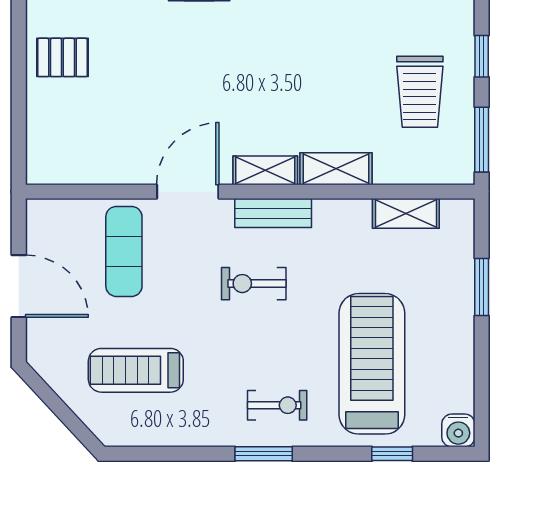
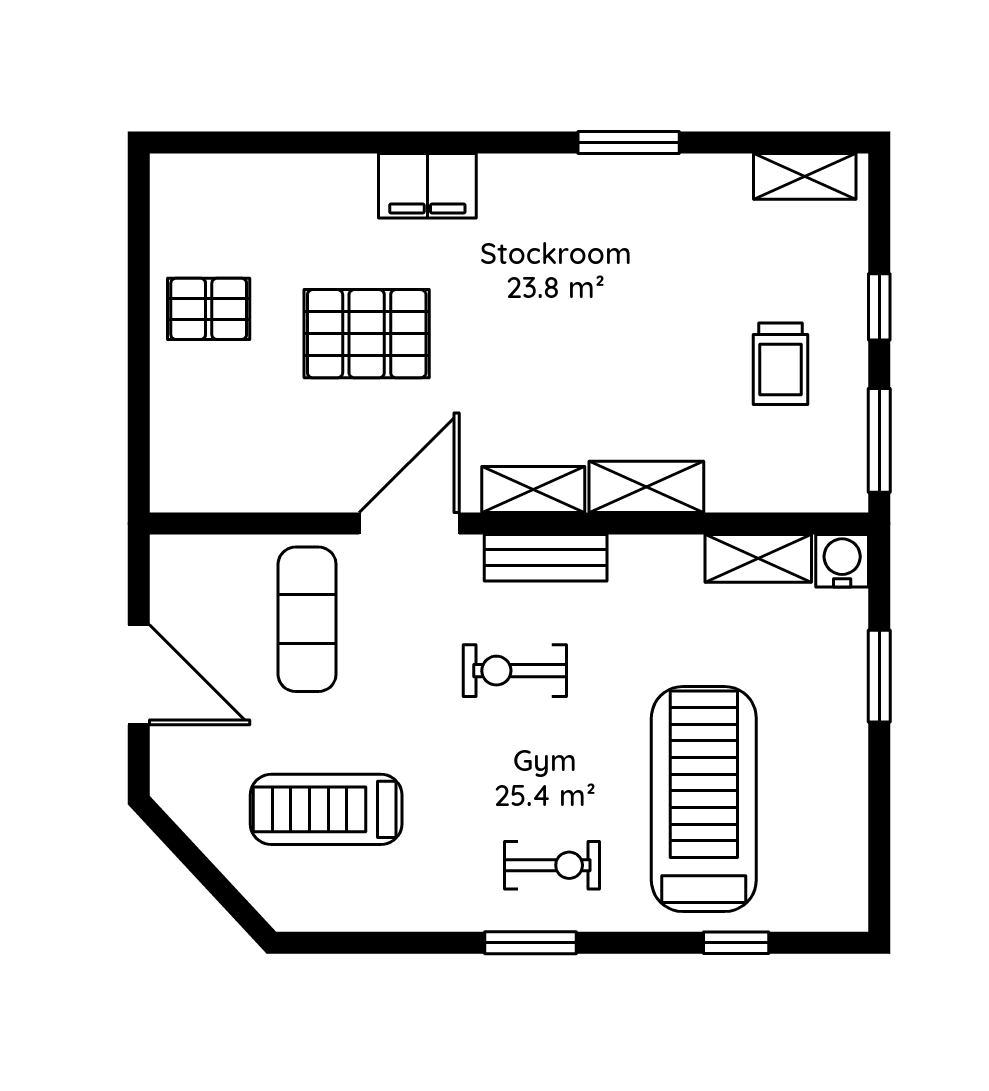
pallet: (161, 73) -> (367, 334), added
trolley: (420, 92) -> (781, 364), width x0.73, depth x0.72
water cooler: (458, 430) -> (842, 561), moved, turned 180

